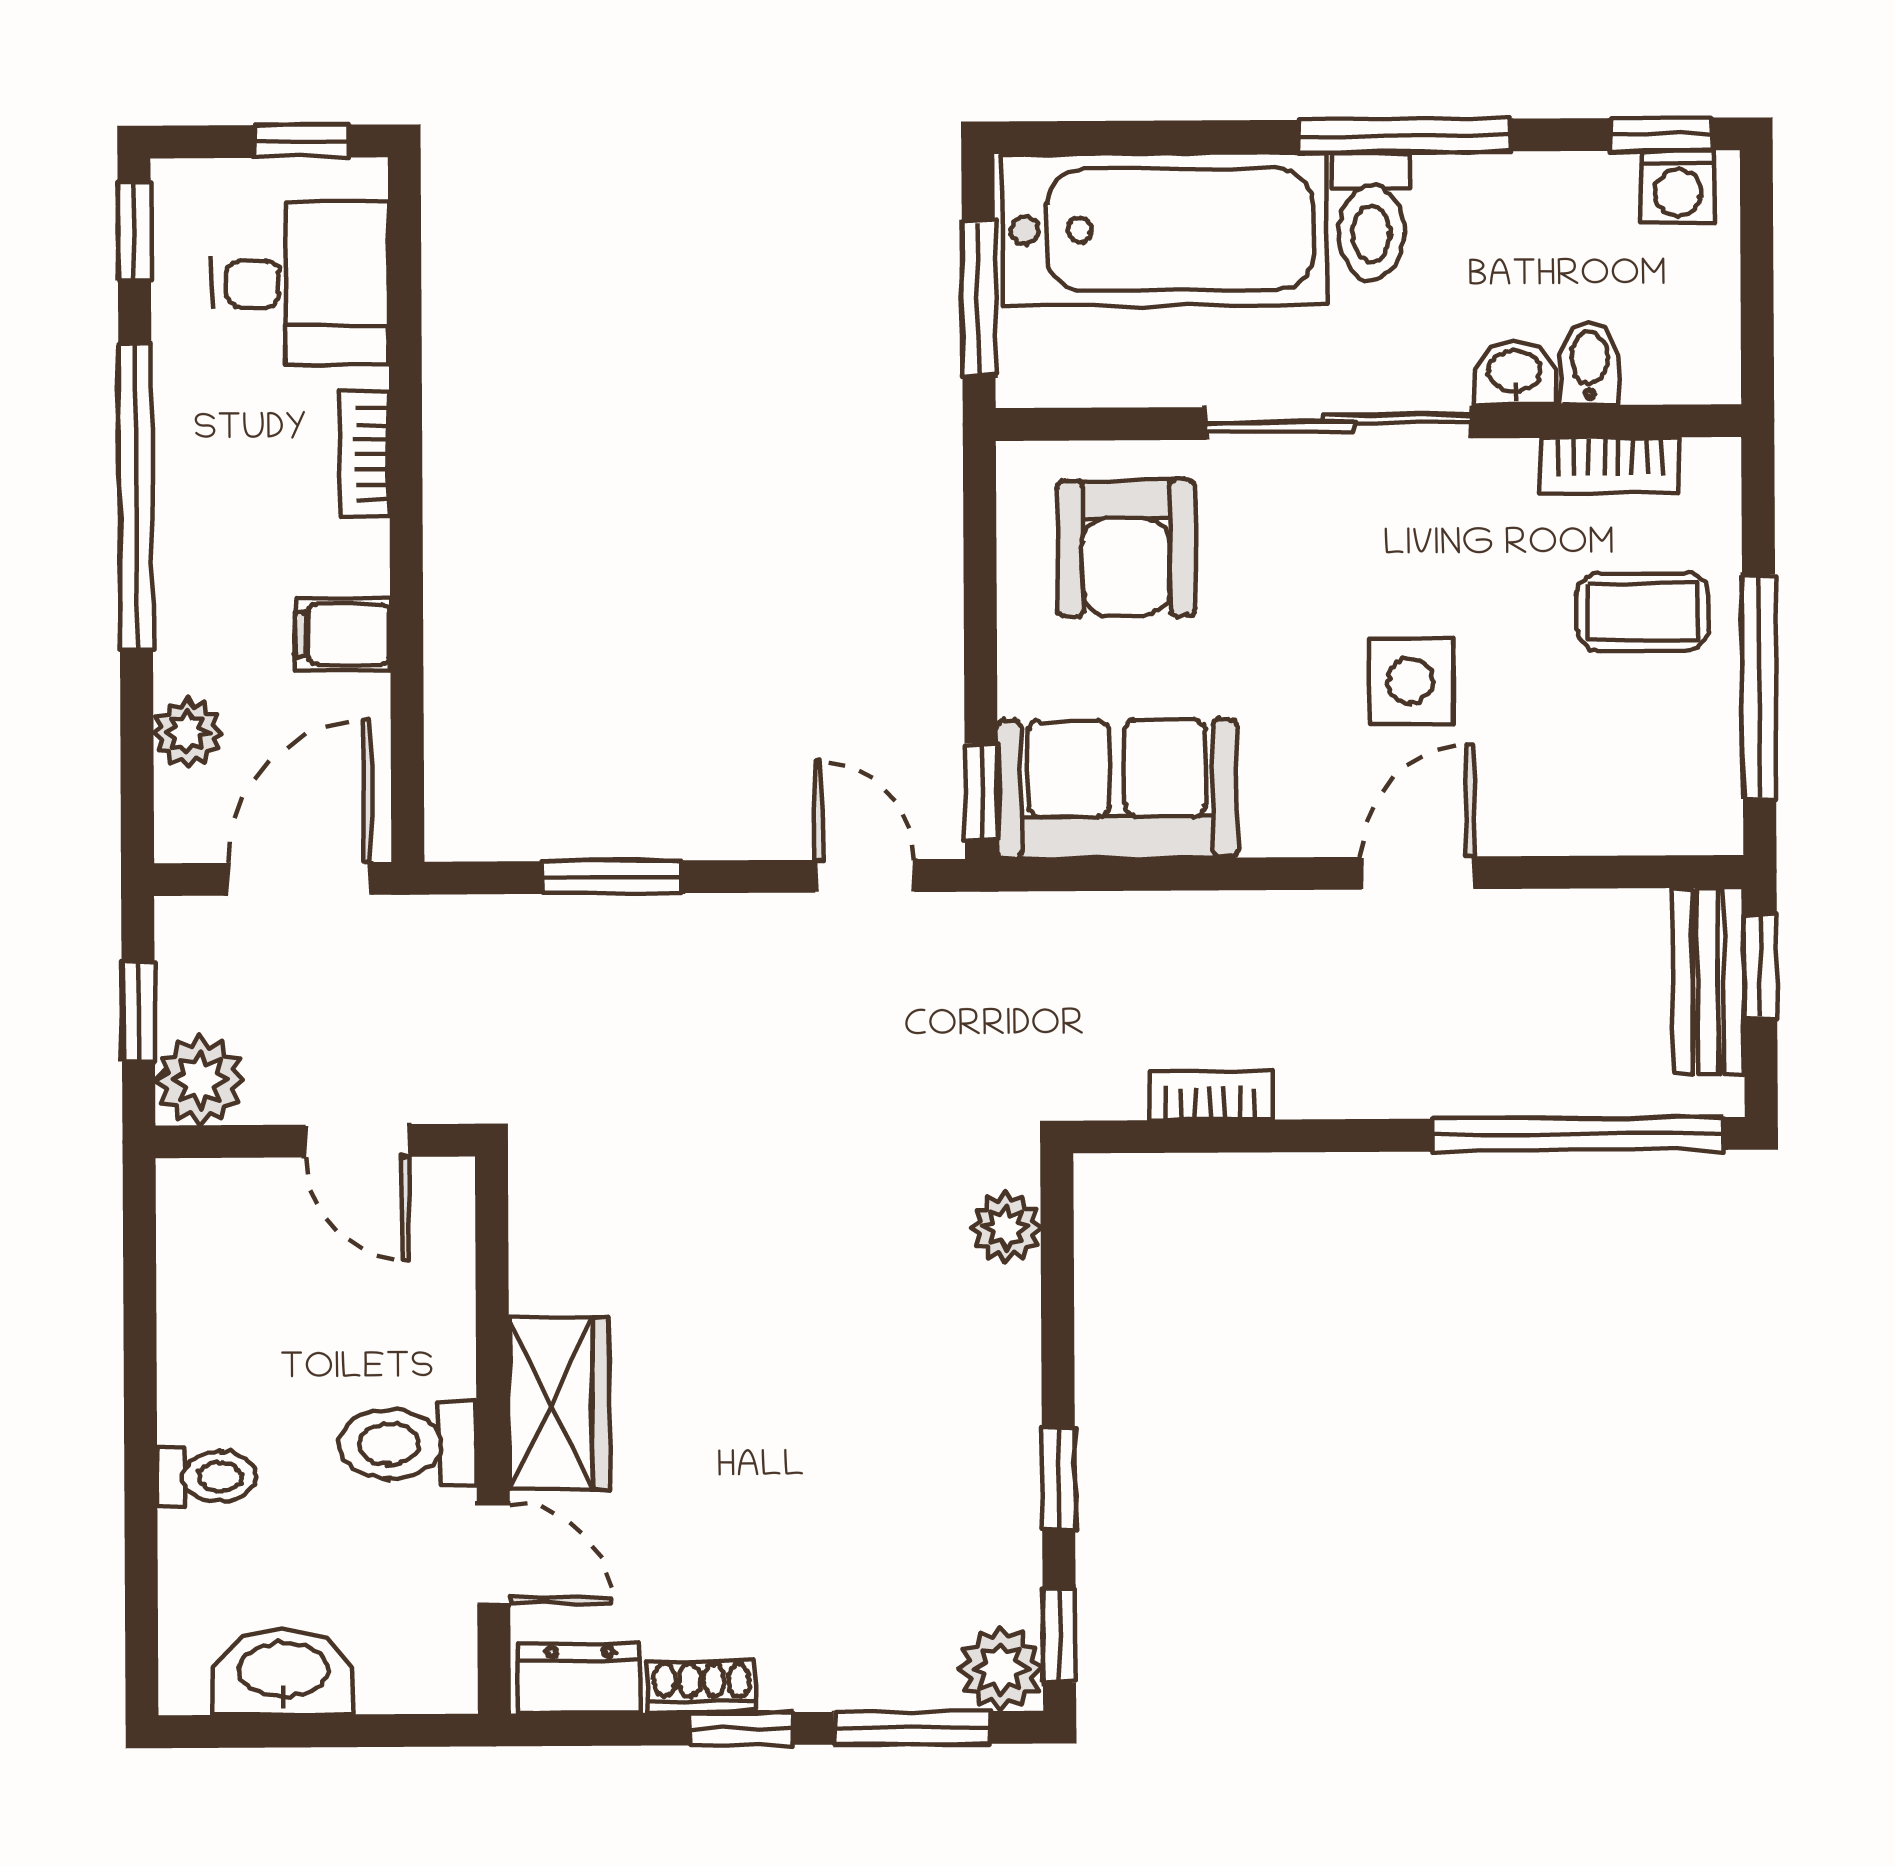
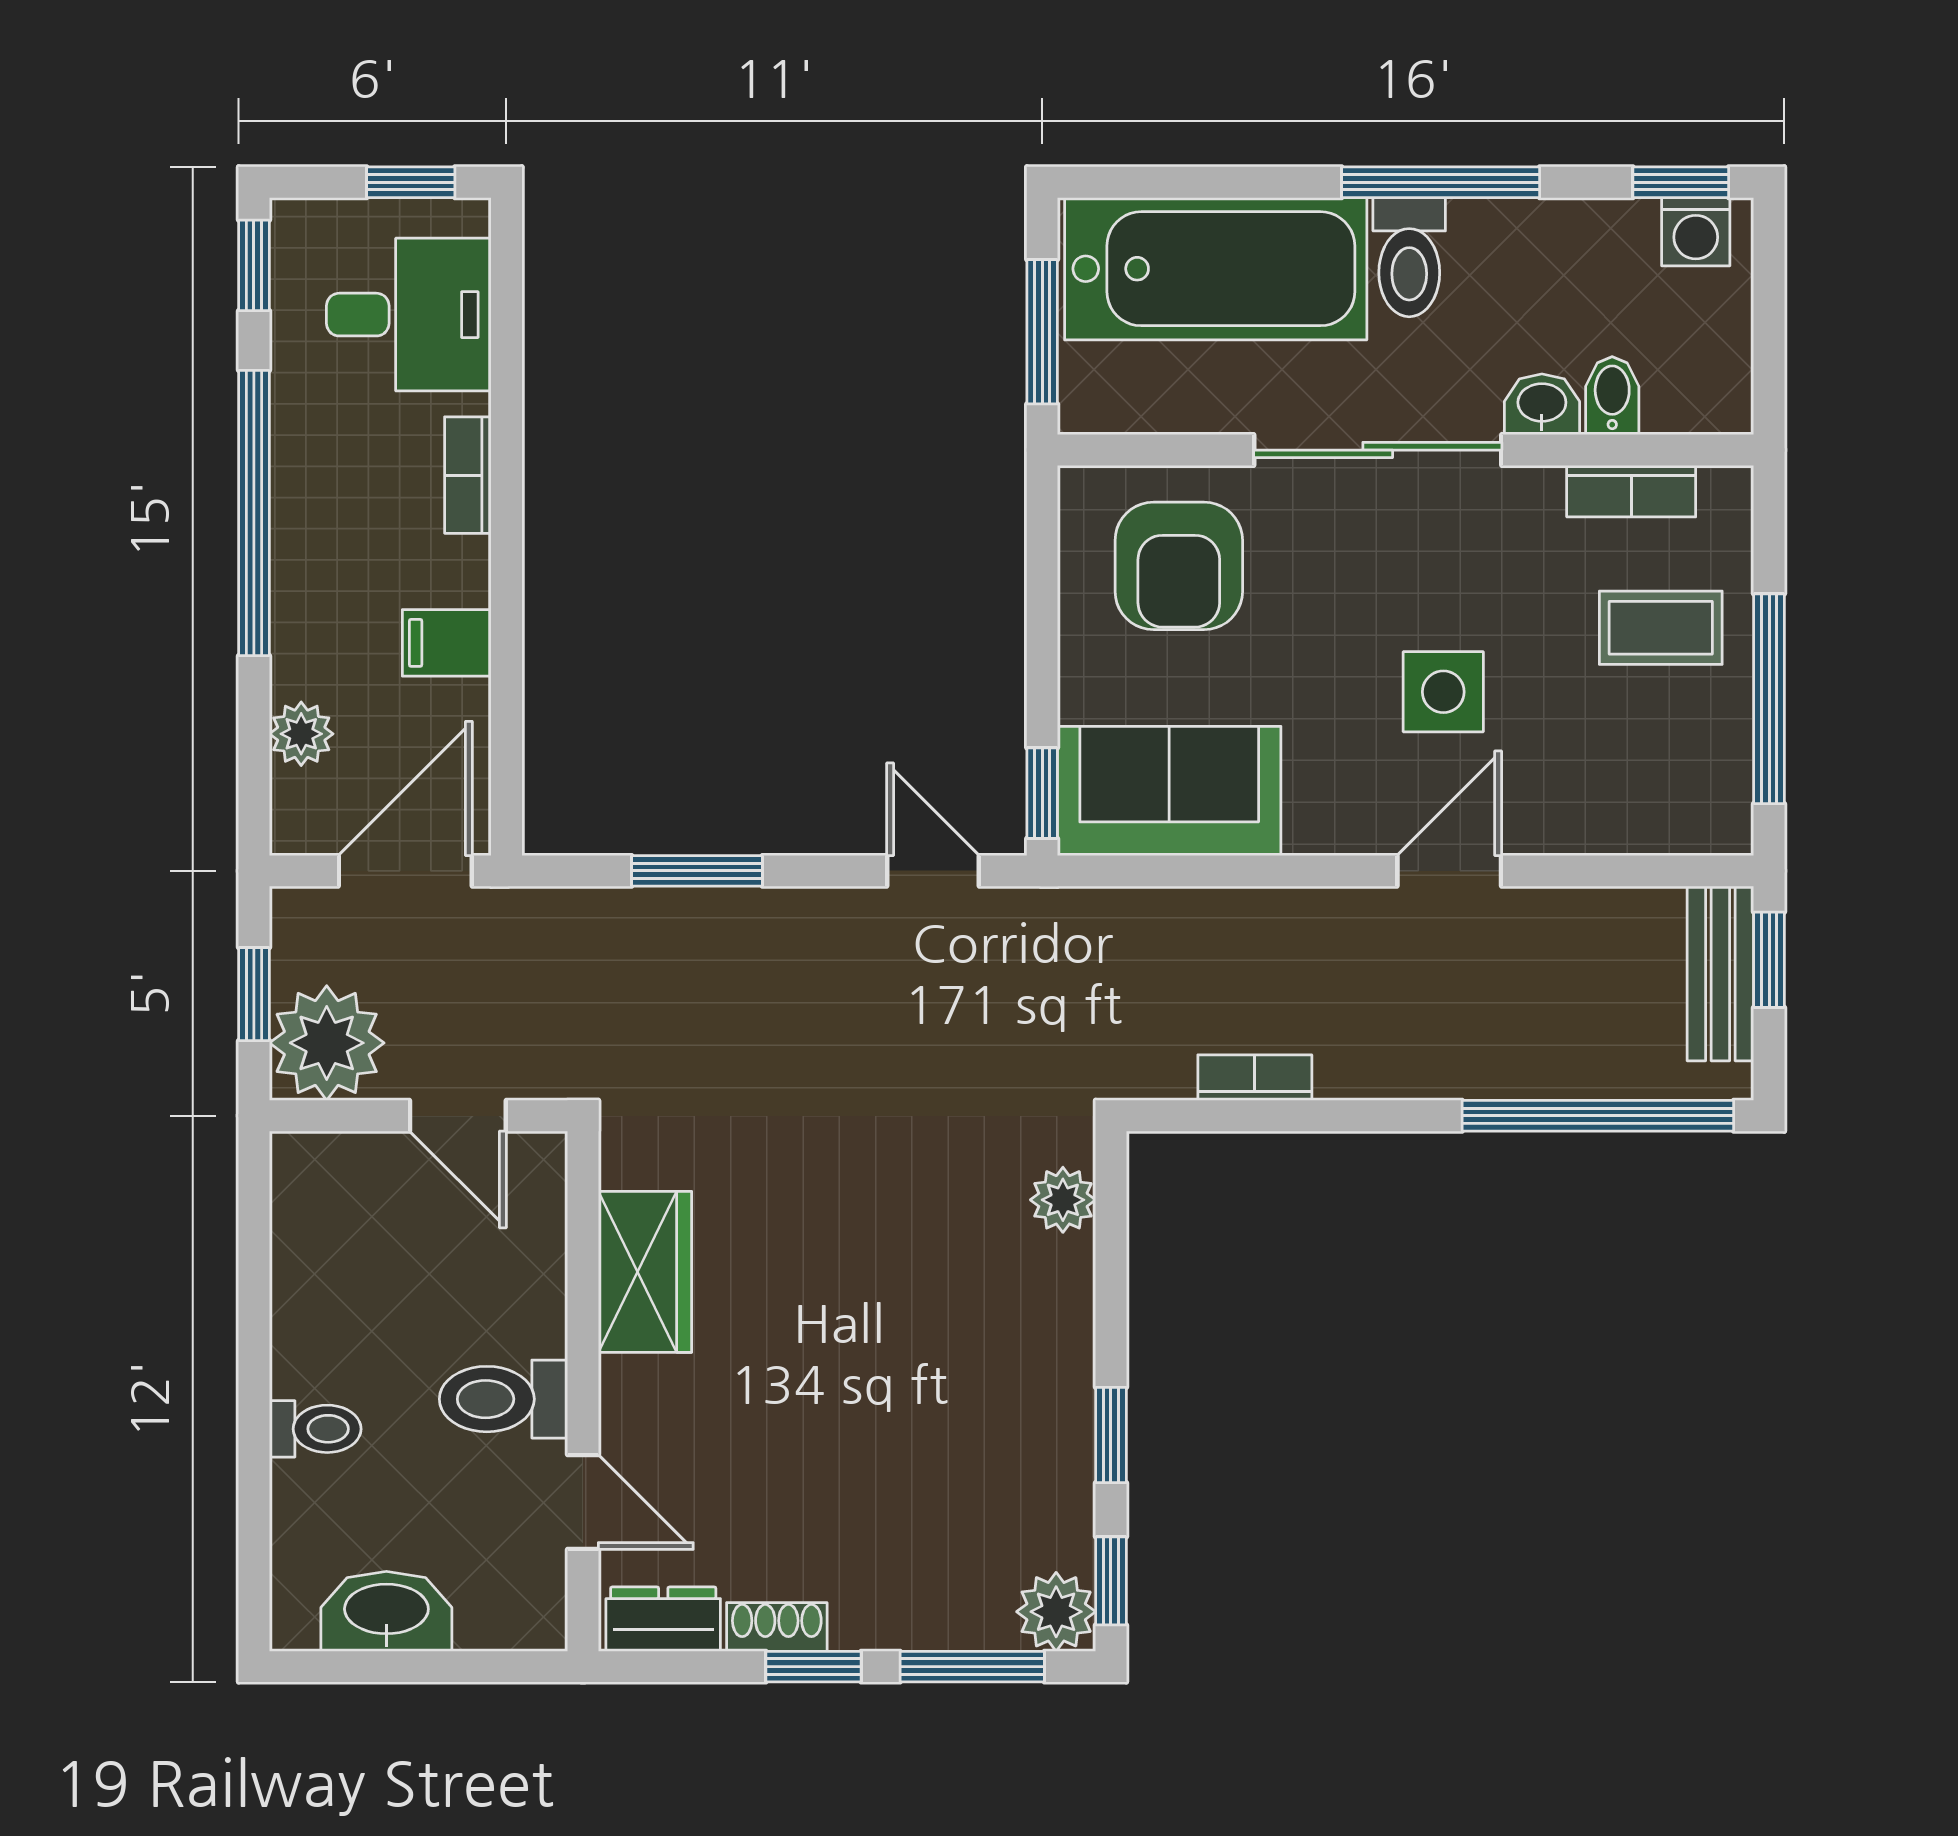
plant: (200, 1080) -> (327, 1043), width x1.36, depth x1.36
wardrobe: (559, 1404) -> (645, 1272), moved

